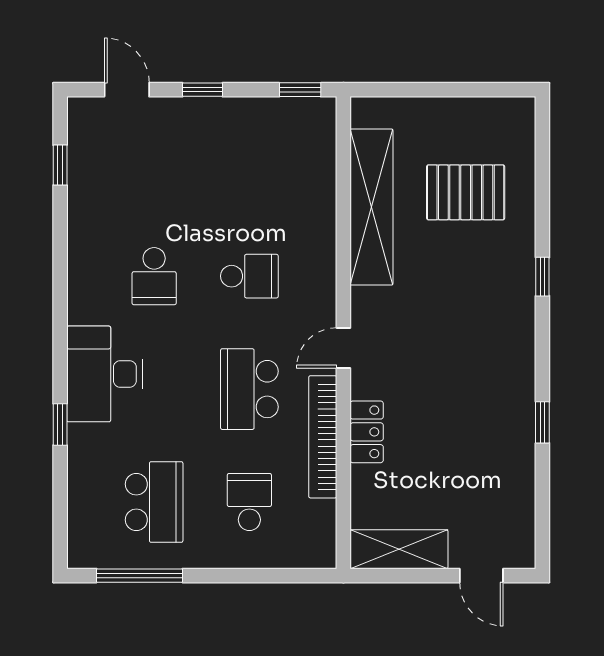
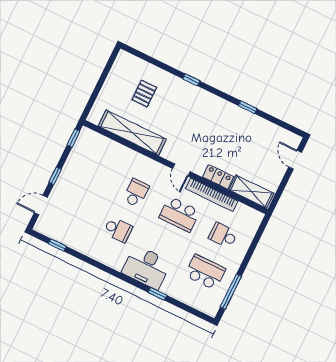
pallet: (466, 192) -> (144, 94), width x0.67, depth x0.71
shelving: (399, 549) -> (251, 192), moved, turned 90
door: (481, 576) -> (295, 160), swing flipped

